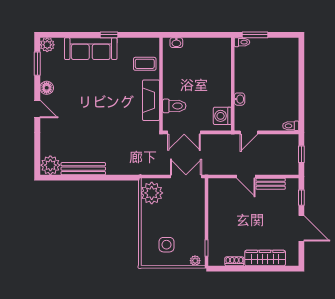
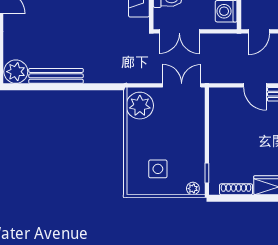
shoe rack: (234, 261) -> (236, 189), width x1.43

